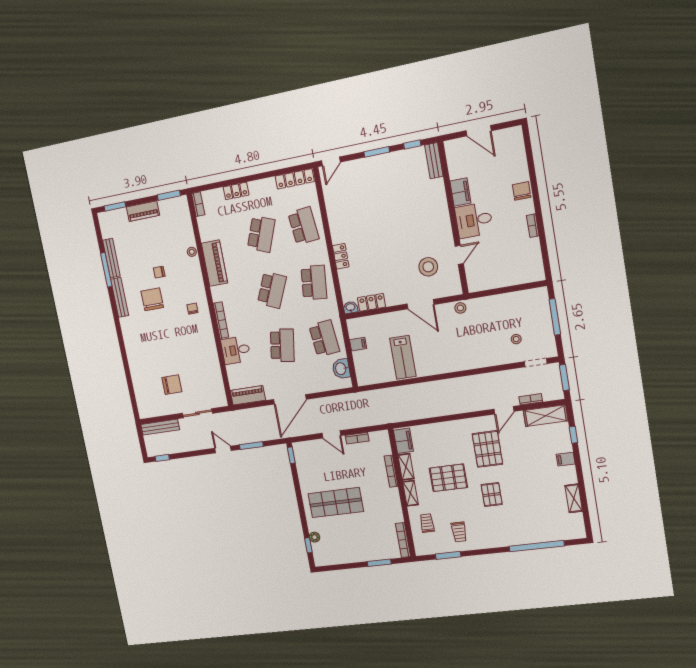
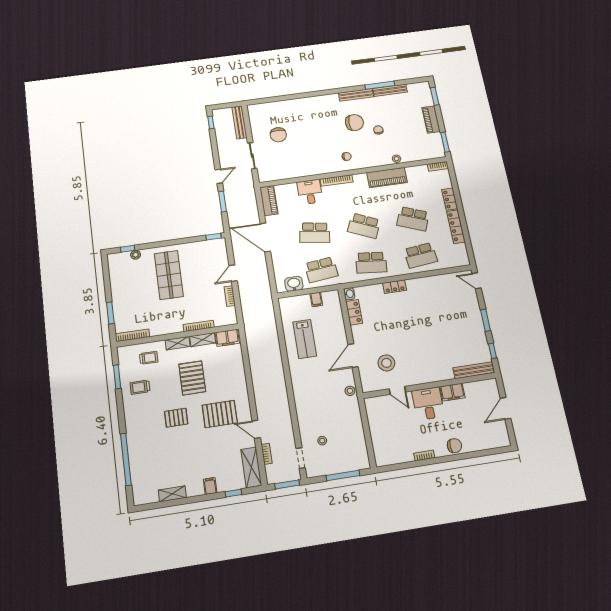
bench: (434, 161) -> (474, 370), width x1.36
locker: (295, 179) -> (456, 227), moved
lab bench: (403, 357) -> (305, 339), turned -90

